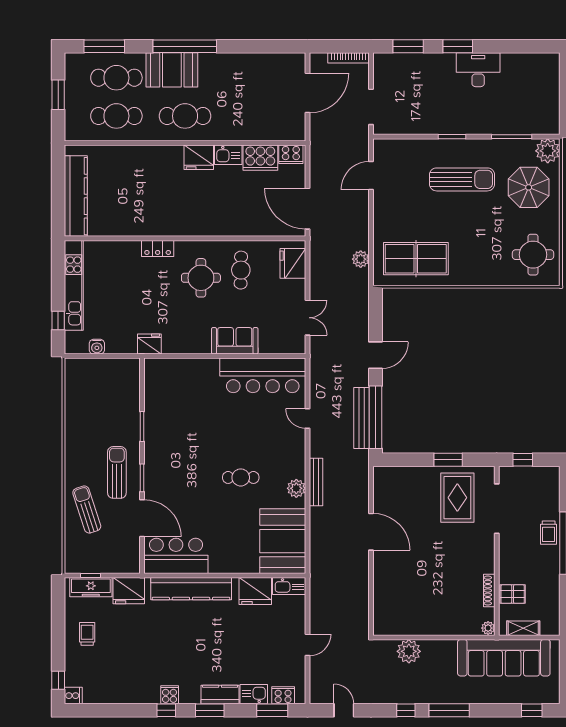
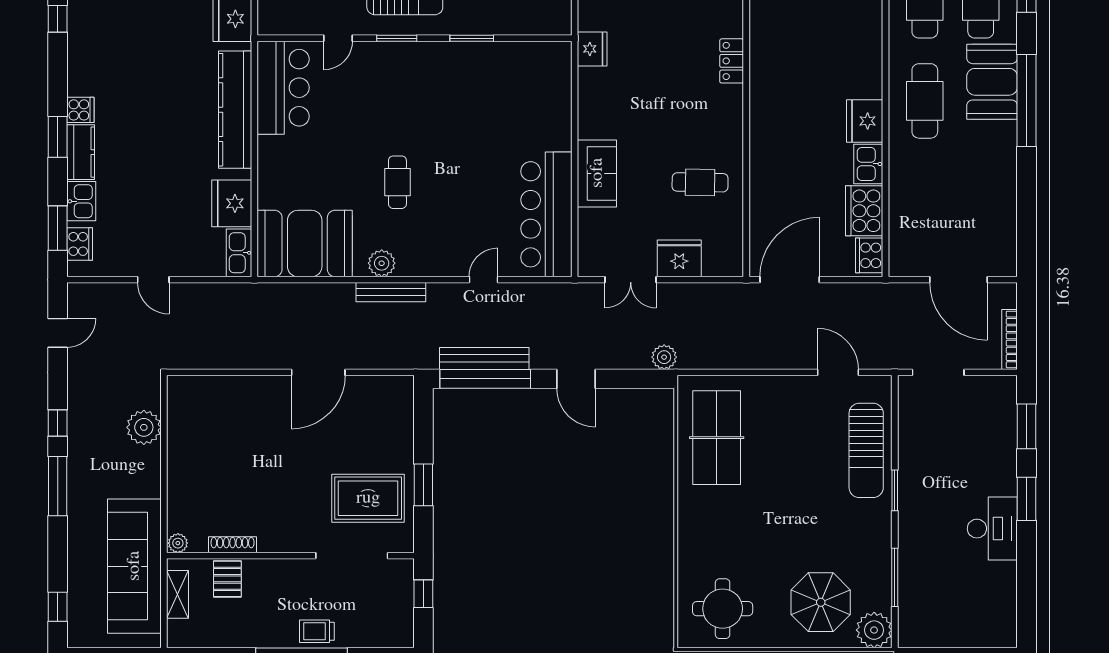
sun lounger: (462, 179) -> (866, 450), moved
plant: (361, 259) -> (664, 357), moved
fridge: (293, 263) -> (679, 258), moved
round table: (201, 278) -> (689, 124), removed
door: (142, 518) -> (338, 38), width x0.53
cooker: (170, 695) -> (80, 110), moved
window: (166, 710) -> (58, 19), moved

